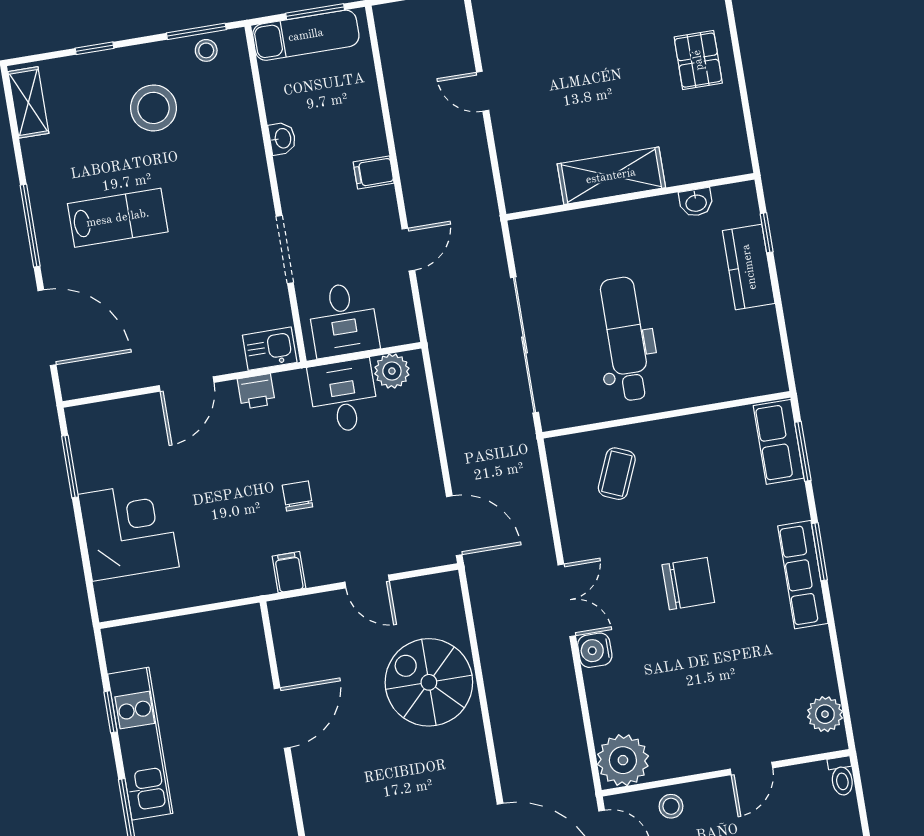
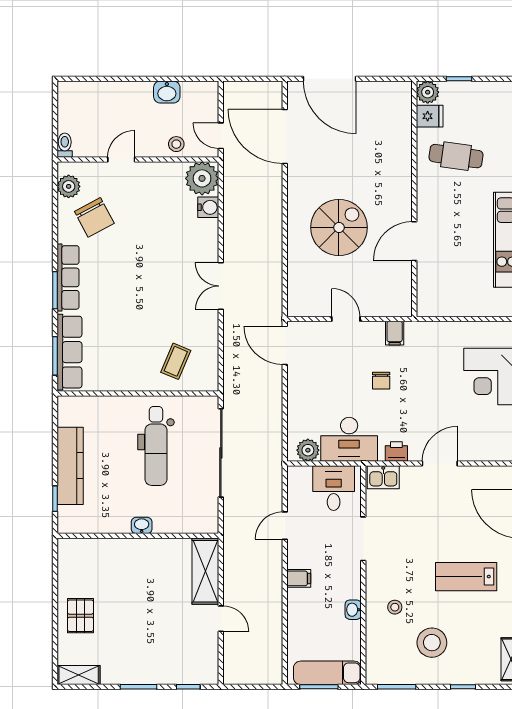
stool: (206, 50) -> (395, 607), moved
shelving: (611, 176) -> (205, 571), moved, turned 90
washbasin: (696, 202) -> (142, 525), moved
kitchen counter: (749, 267) -> (70, 466), width x1.50
desk: (343, 396) -> (349, 439), width x1.37
row of seats: (779, 442) -> (69, 352), width x1.48
chair: (688, 584) -> (94, 217), moved, turned -118
water cooler: (595, 650) -> (208, 207), moved
spiral stairs: (429, 682) -> (339, 227), moved, turned -90

